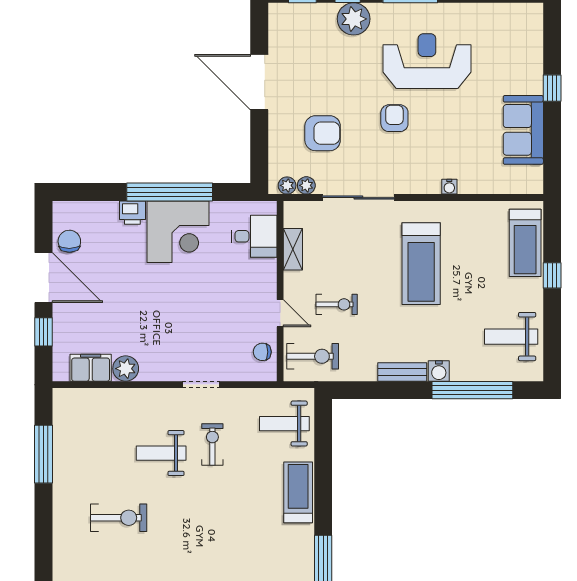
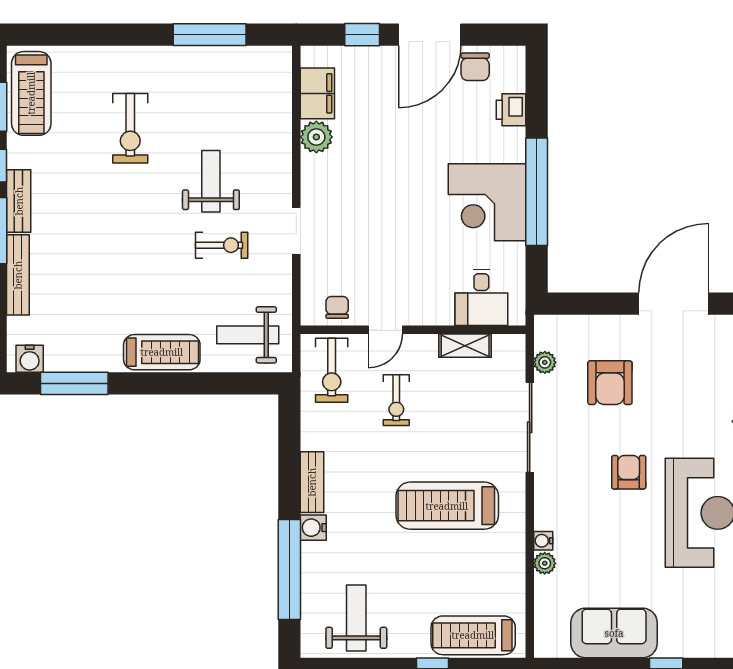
armchair: (394, 118) -> (629, 472), turned -90
plant: (287, 185) -> (545, 563), moved
printer: (132, 213) -> (511, 110), moved
chair: (69, 241) -> (475, 67), turned 91
weight bench: (284, 424) -> (248, 335), turned -90

